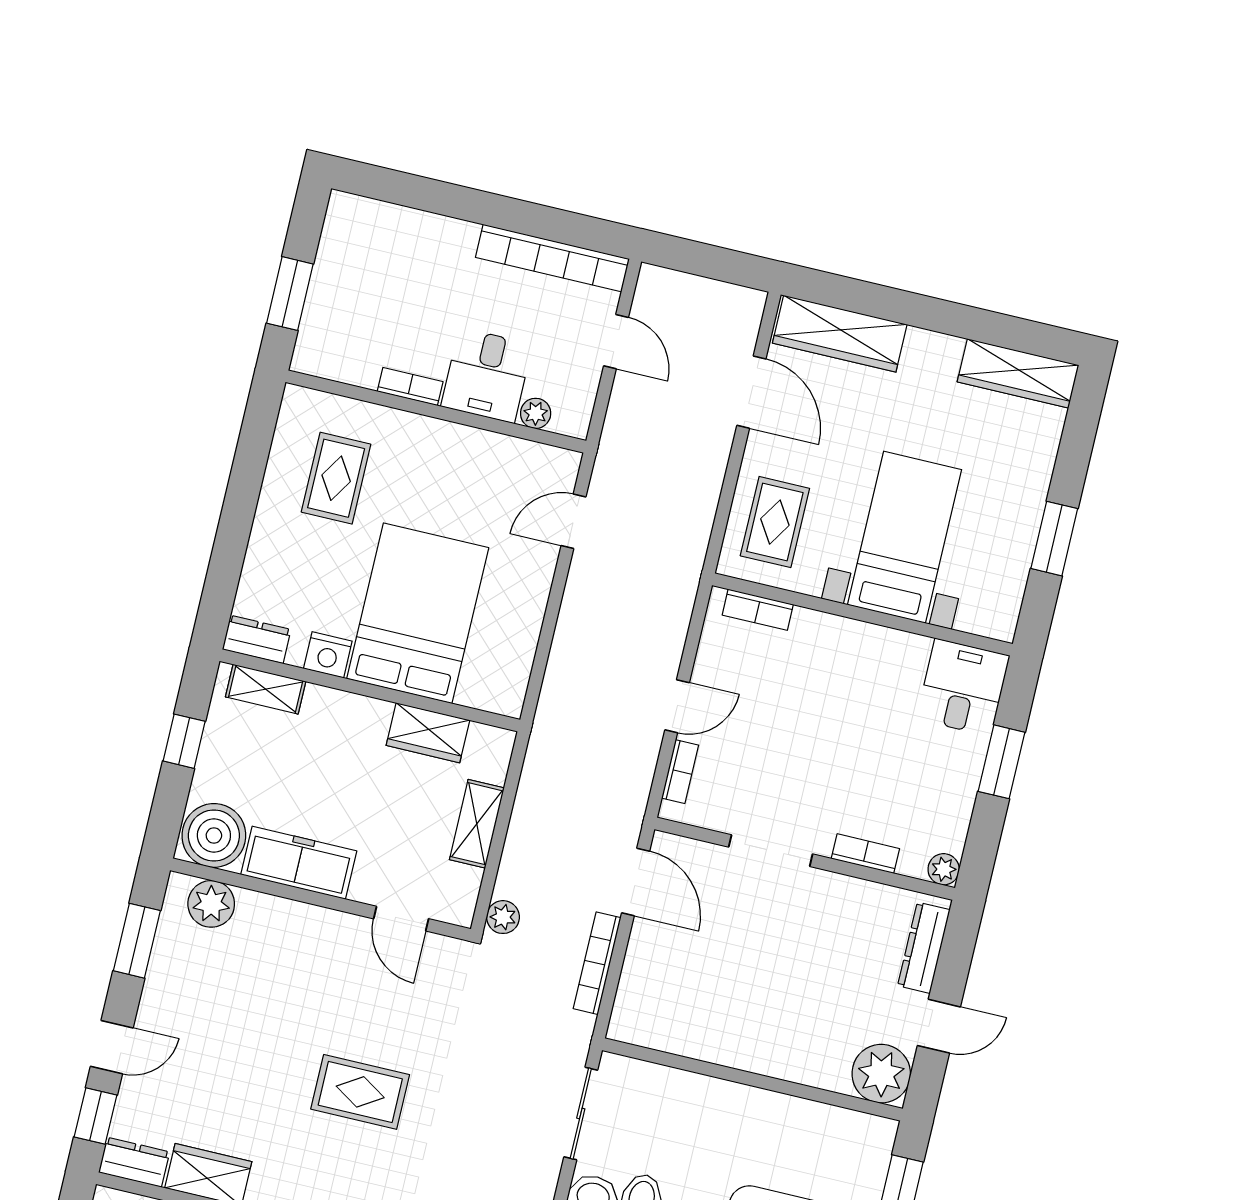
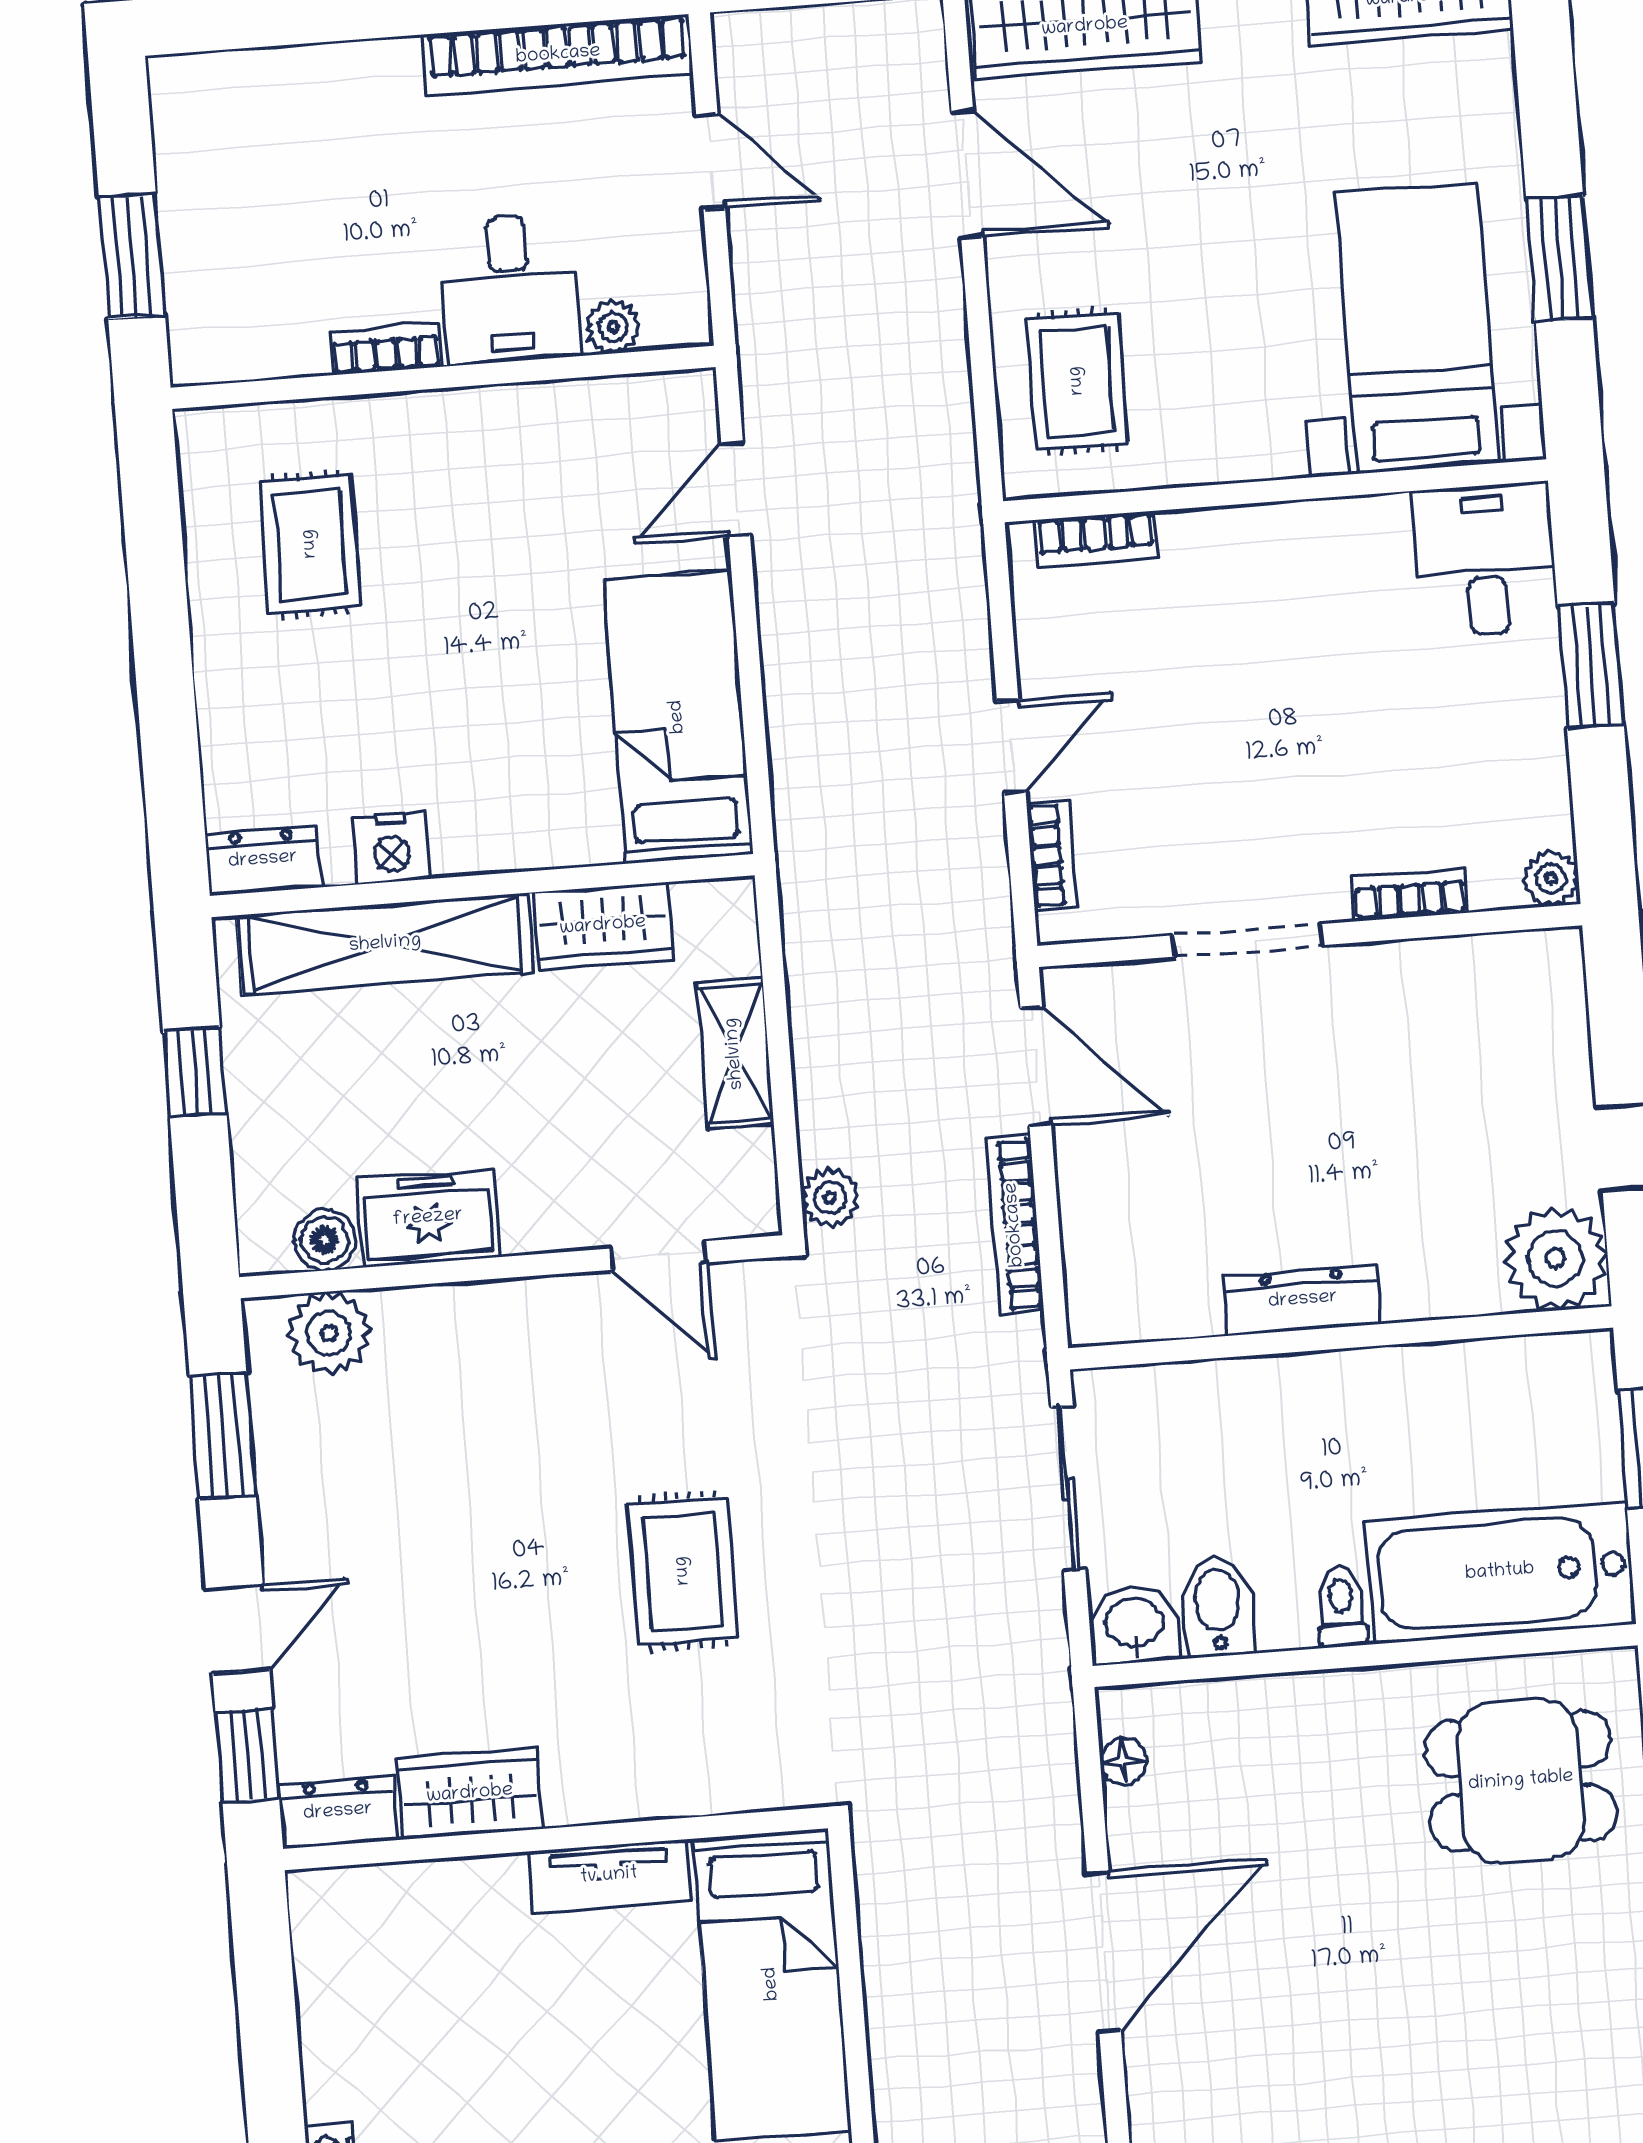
bed with nightstands: (905, 537) -> (1417, 328), moved
bed: (418, 613) -> (678, 717), moved, width x0.67
shelving: (266, 689) -> (385, 944), width x2.20, depth x1.33
boiler: (214, 835) -> (325, 1240), width x0.54, depth x0.54
freezer: (299, 863) -> (428, 1218), width x0.71
dresser: (924, 948) -> (1303, 1300), moved, turned 90
rug: (360, 1092) -> (683, 1571), turned 90

